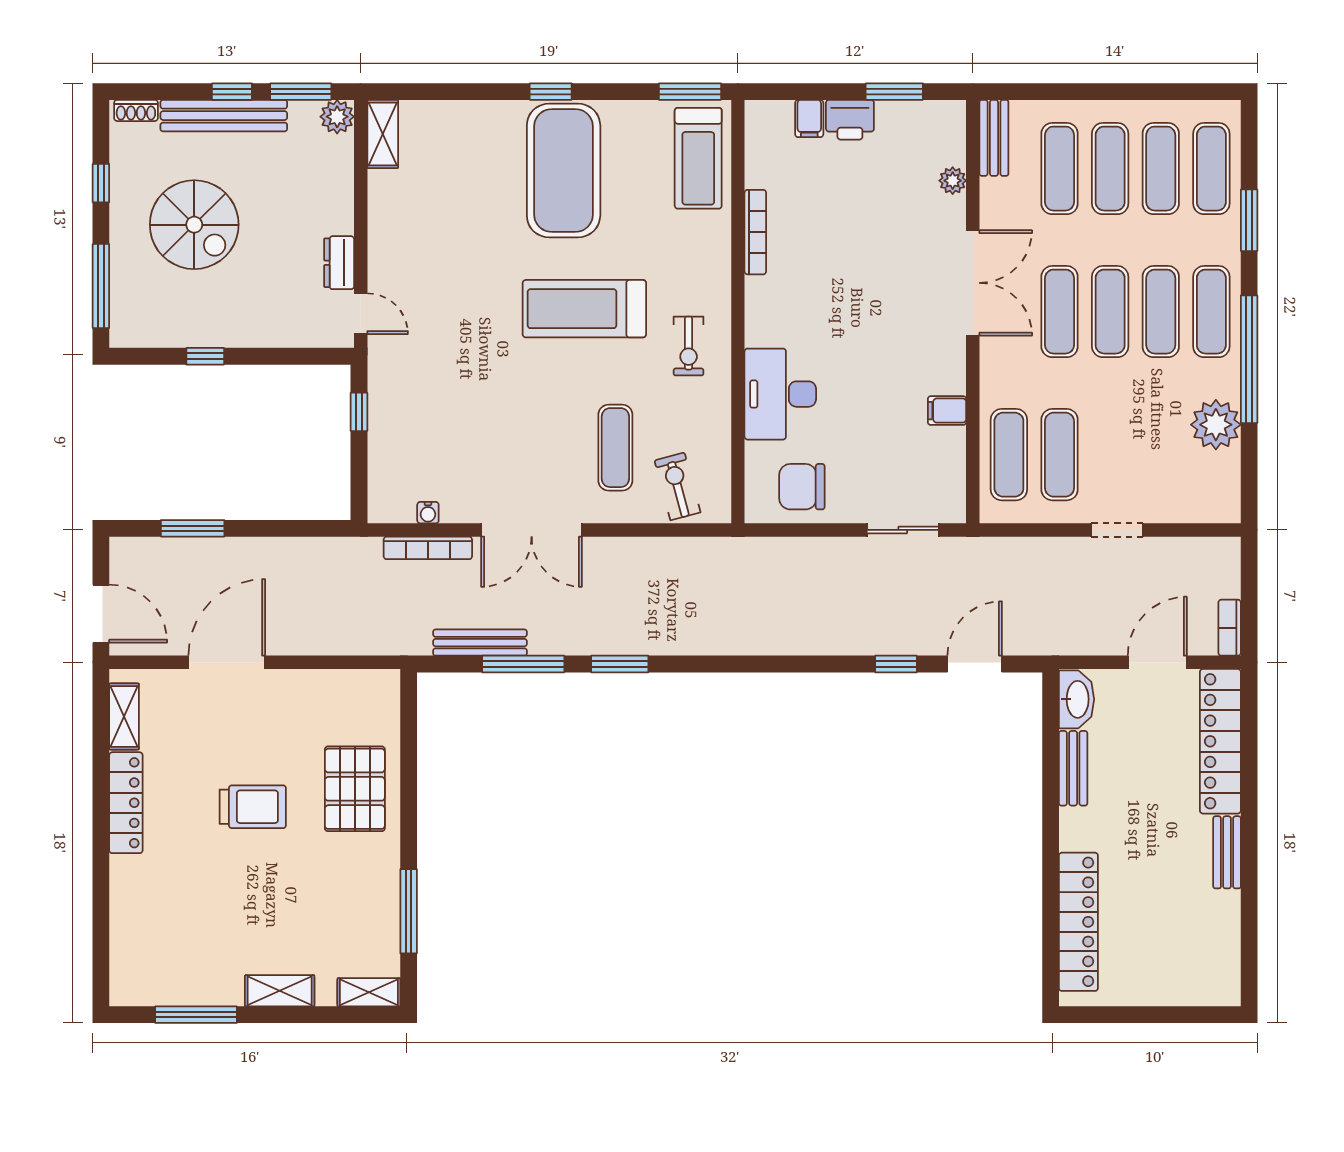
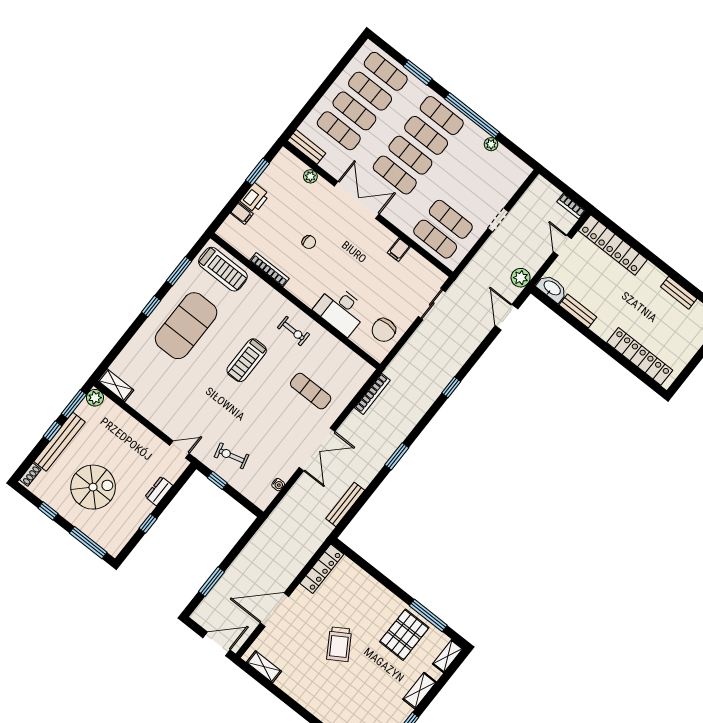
window: (690, 92) -> (179, 271), moved
exercise mat: (564, 171) -> (186, 326), turned 90
chair: (848, 260) -> (309, 242), added
dresser: (339, 263) -> (159, 491), moved, turned 90
treadmill: (584, 309) -> (247, 360), width x0.73, depth x0.73
plant: (1216, 425) -> (491, 144), width x0.53, depth x0.53
exercise bike: (678, 486) -> (232, 456), moved
bookcase: (428, 548) -> (372, 394), moved
plant: (1054, 637) -> (521, 278), added
door: (227, 662) -> (275, 610), hinge flipped
door: (1157, 662) -> (562, 245), width x0.73
window: (523, 664) -> (367, 494), removed
window: (896, 664) -> (451, 387), moved
pallet: (355, 789) -> (404, 635), moved, turned 90
locker: (126, 803) -> (322, 569), moved, turned 90
trolley: (253, 807) -> (339, 644), turned 148
bench: (1227, 852) -> (679, 293), moved

